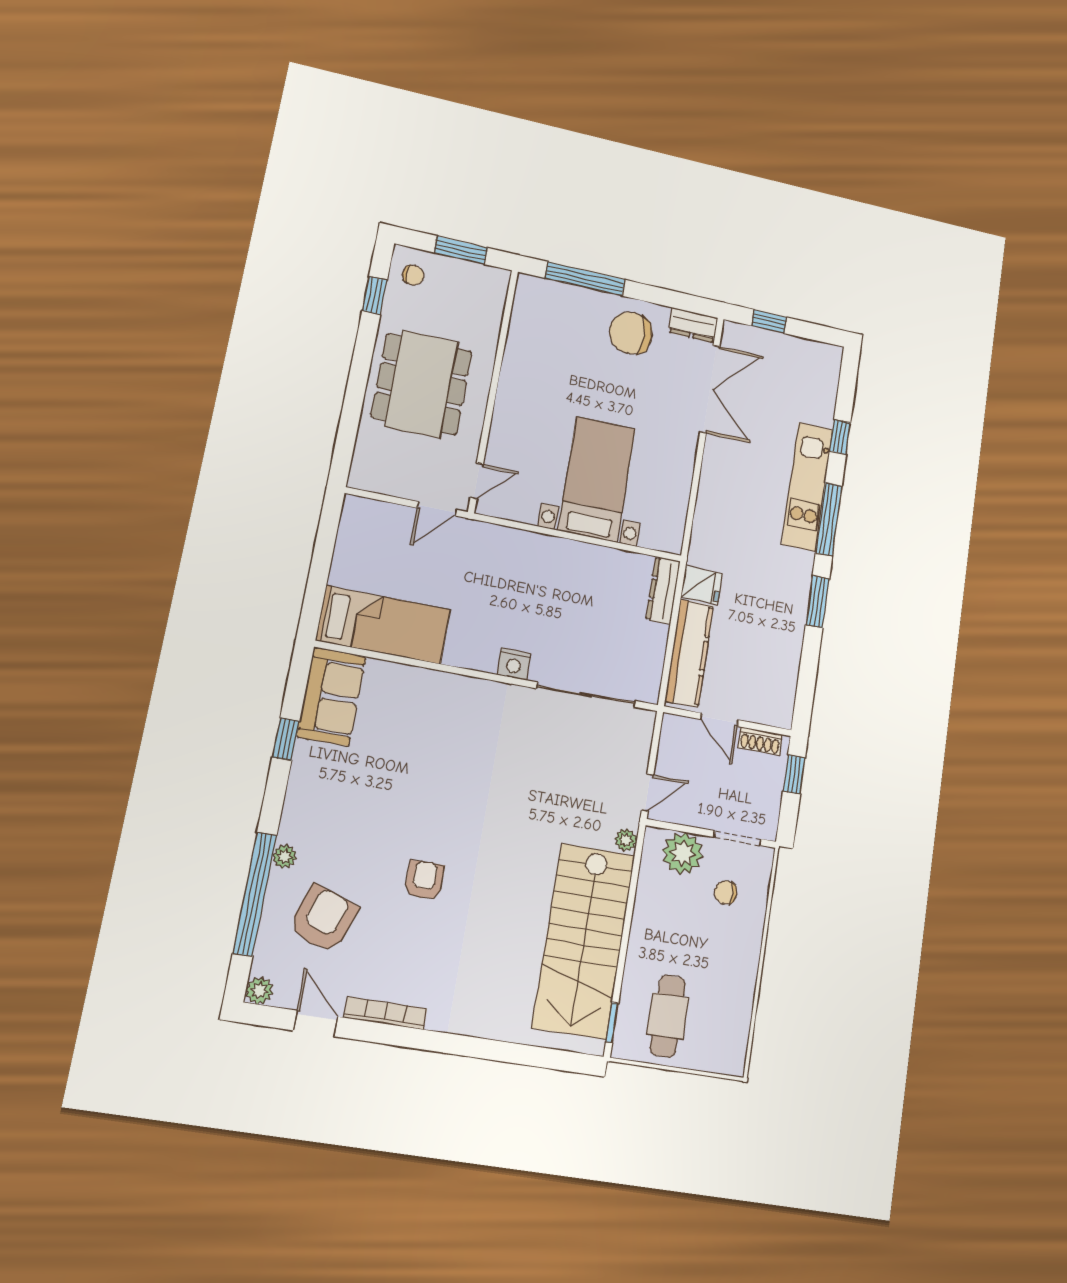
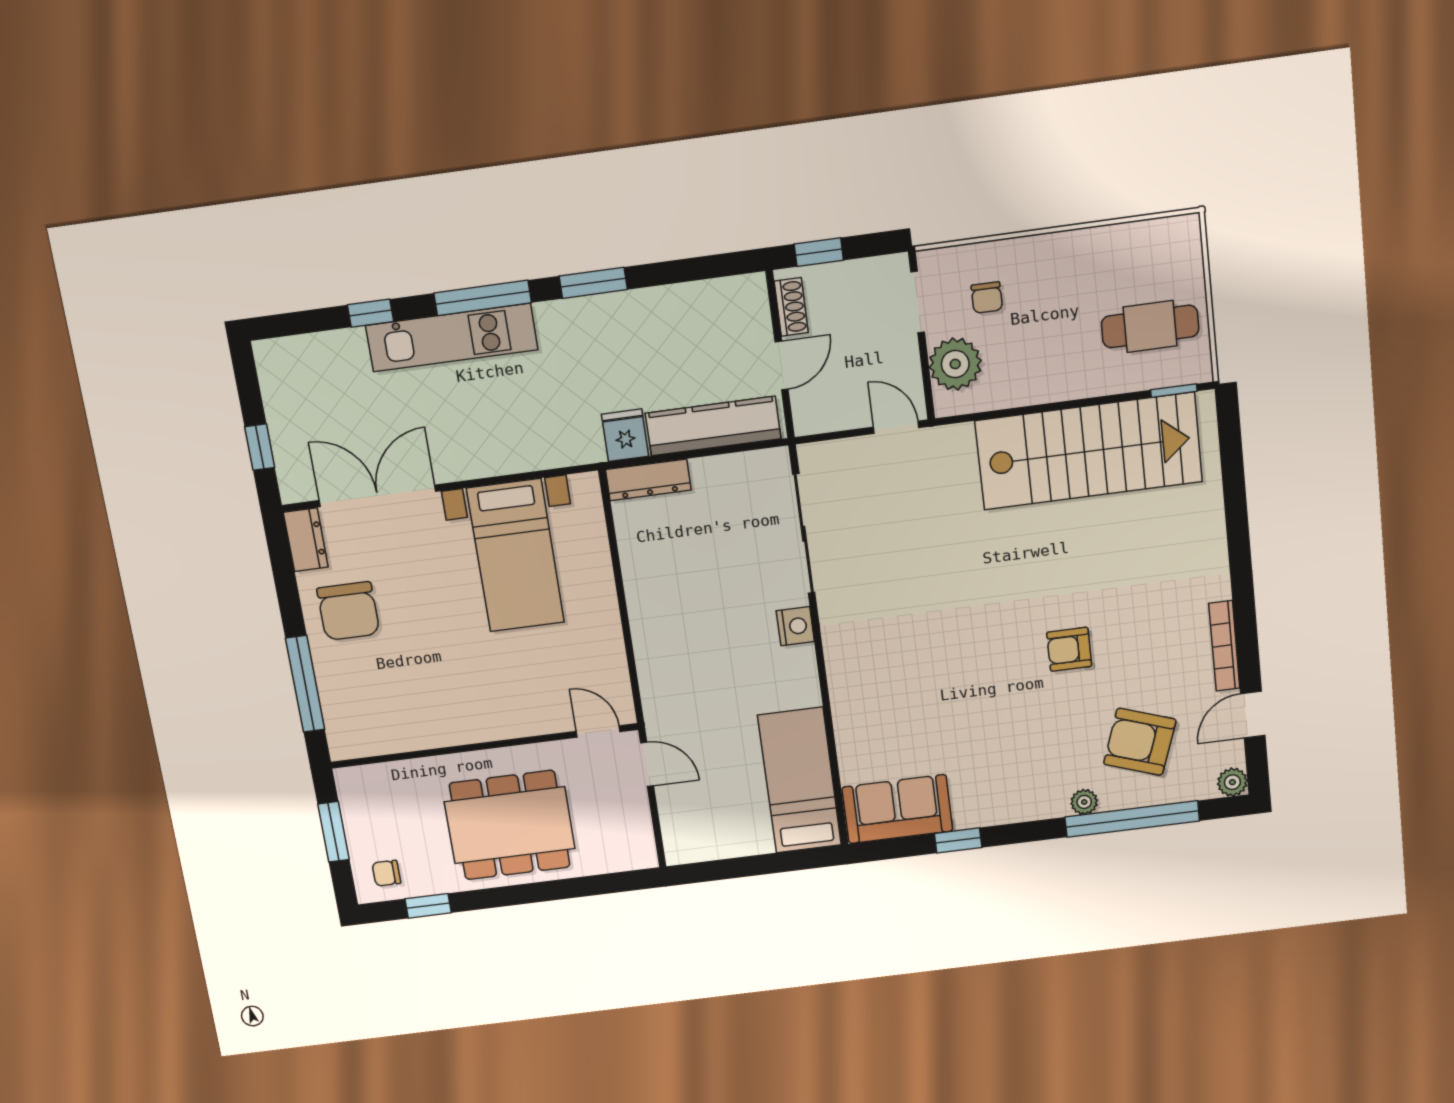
chair: (413, 275) -> (386, 873), turned -90
bed with nightstands: (597, 479) -> (515, 555), moved, turned -90
plant: (626, 840) -> (959, 437), removed

